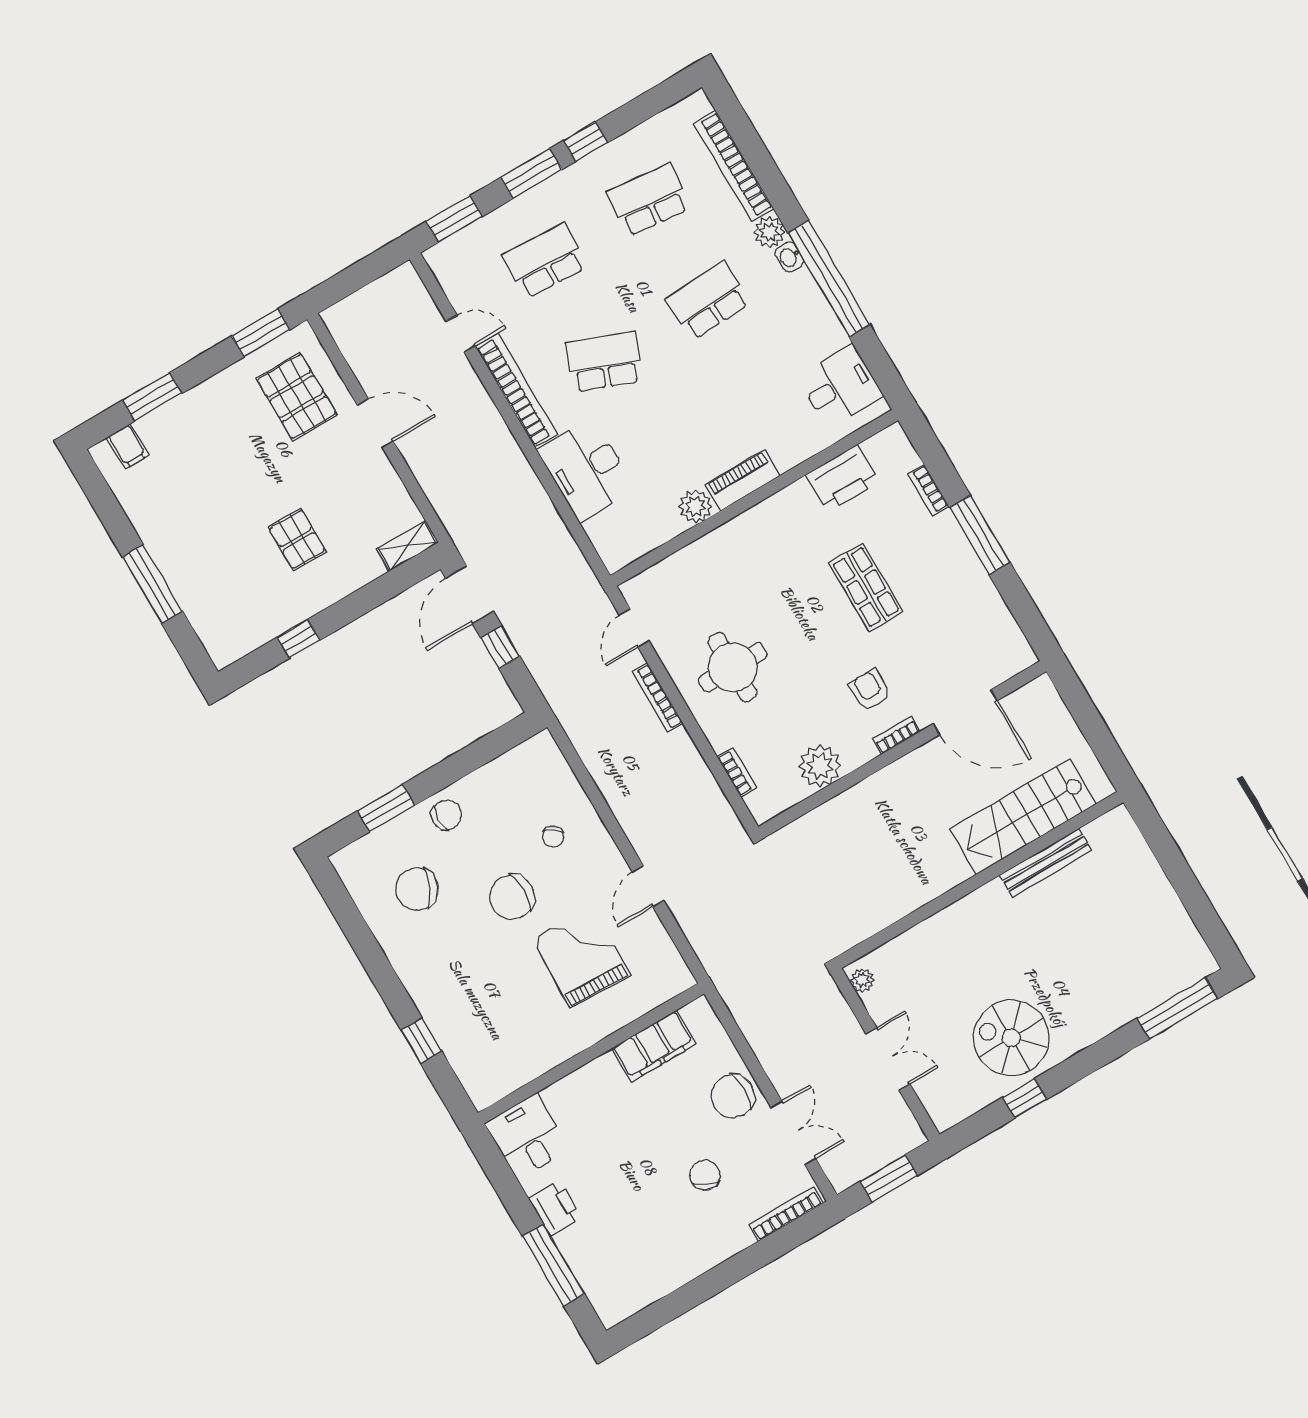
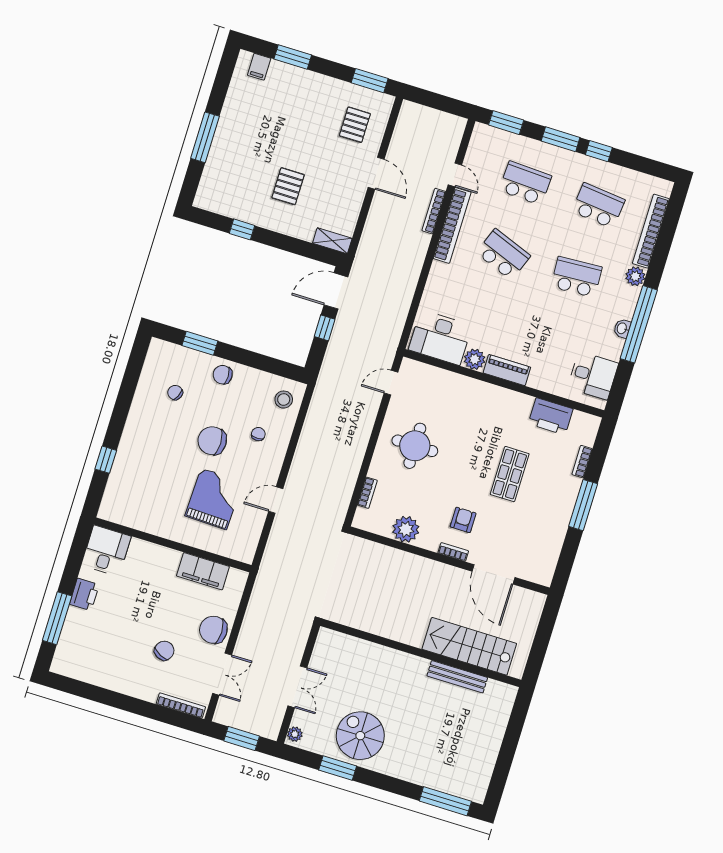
washbasin: (789, 257) -> (622, 328), moved
pallet: (297, 397) -> (355, 125), width x0.67, depth x0.71
desk: (586, 469) -> (440, 338), moved, turned -90
bookcase: (658, 697) -> (434, 211), moved
stool: (540, 770) -> (284, 400), added
chair: (446, 815) -> (223, 375), turned 180
chair: (553, 837) -> (258, 434), turned 146
chair: (417, 889) -> (175, 393), width x0.54, depth x0.54
plant: (862, 980) -> (295, 734), moved
window: (1025, 1098) -> (338, 768), width x1.50

